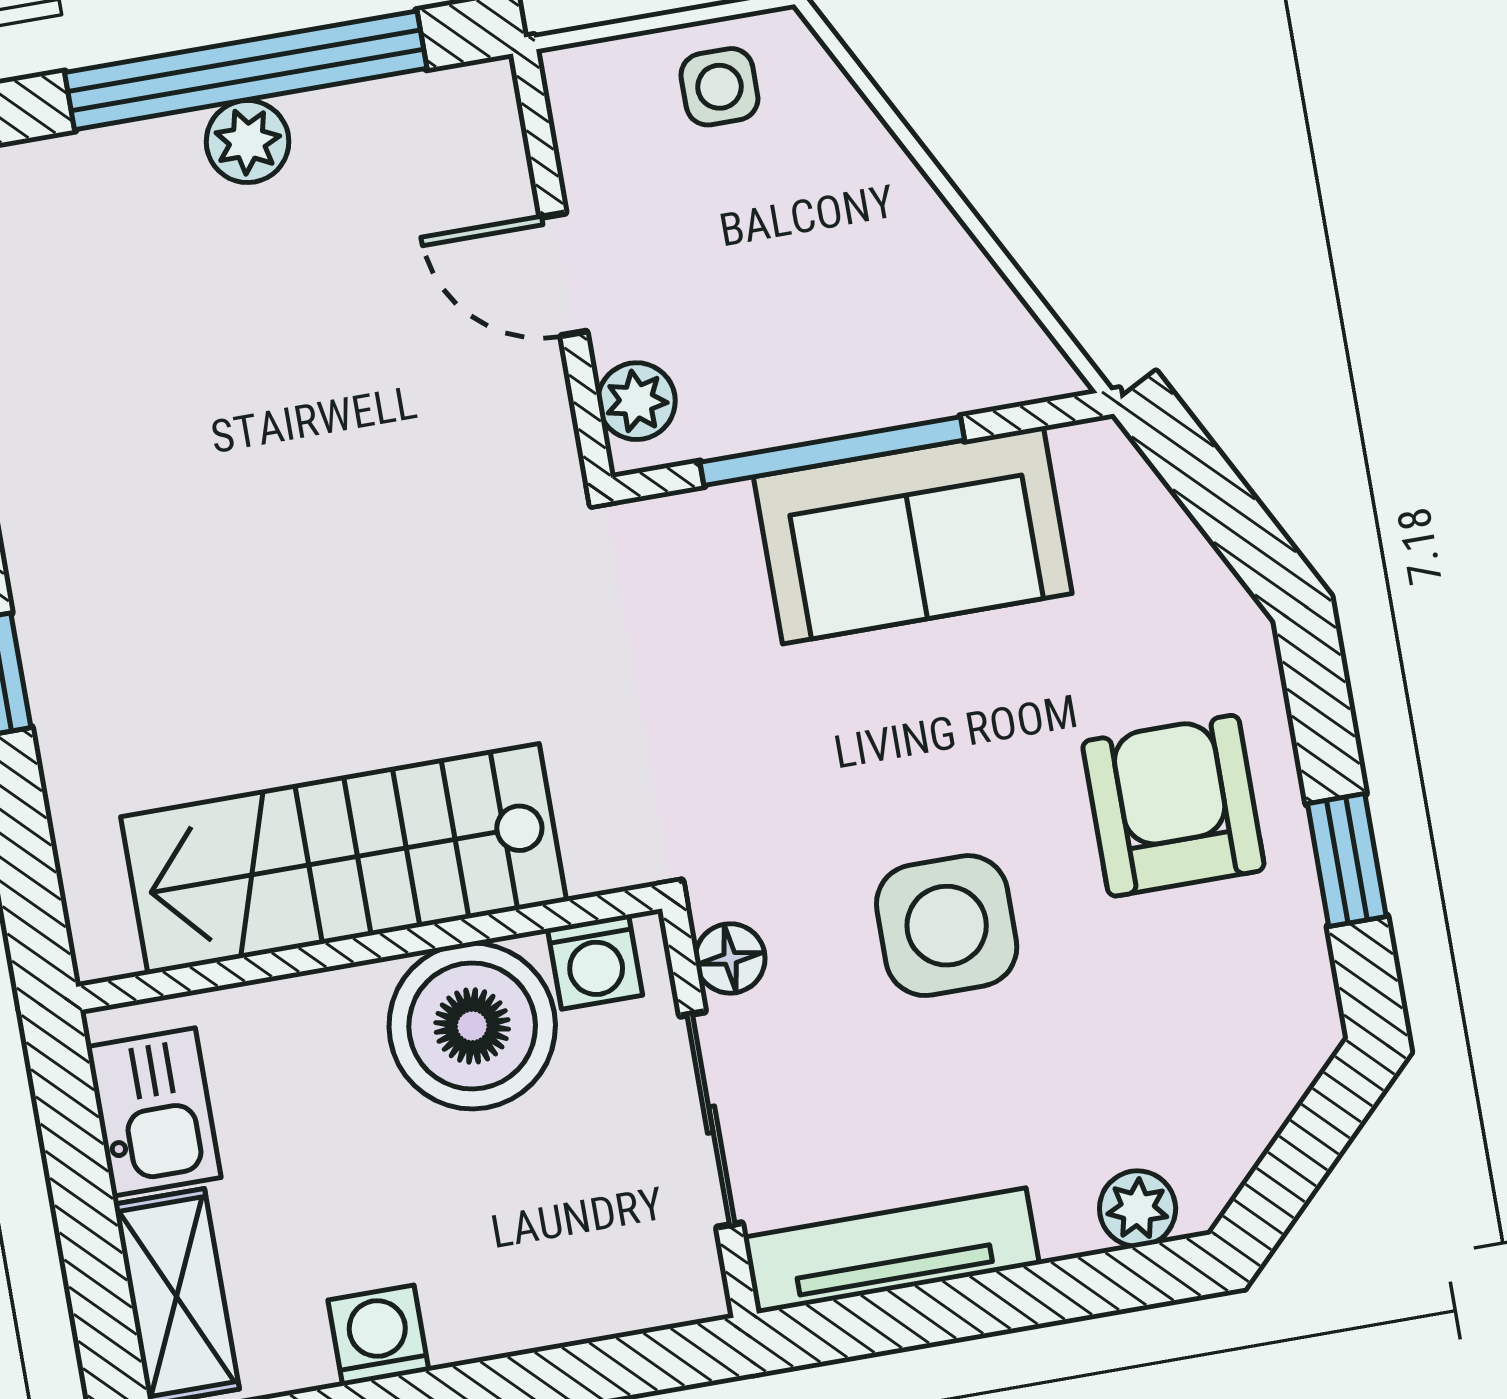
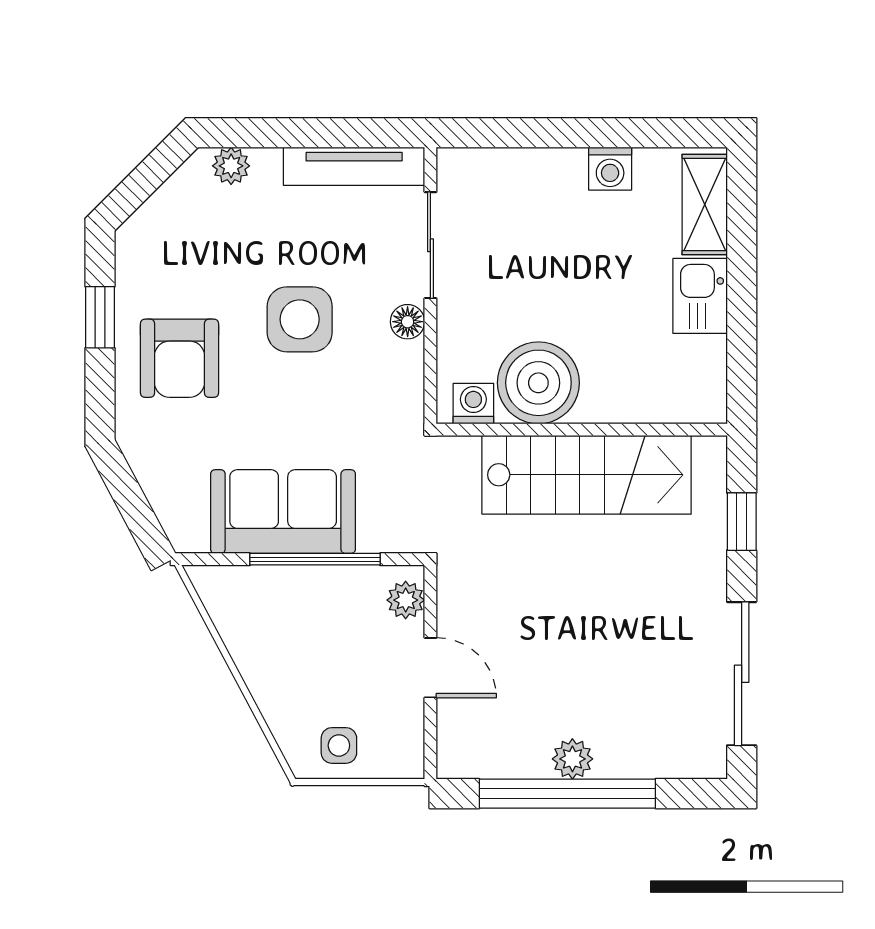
stairs: (344, 859) -> (587, 475), moved
wall: (369, 948) -> (582, 430), moved
washing machine: (595, 962) -> (473, 404), moved
boiler: (472, 1026) -> (538, 383), moved

